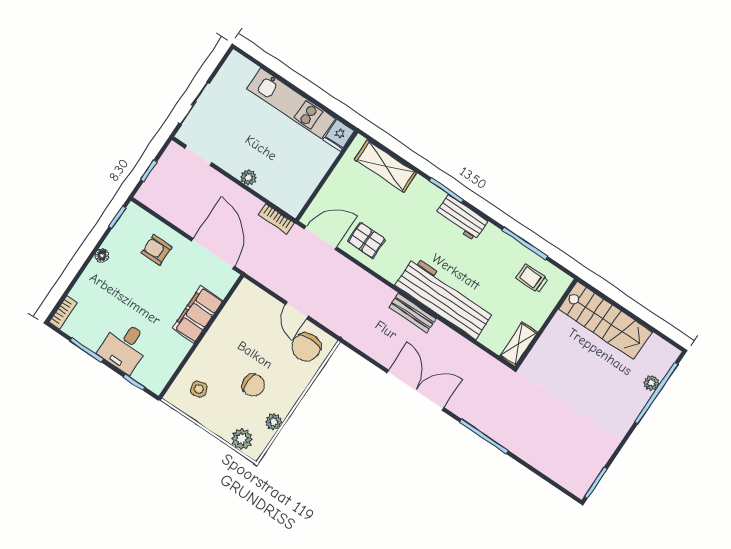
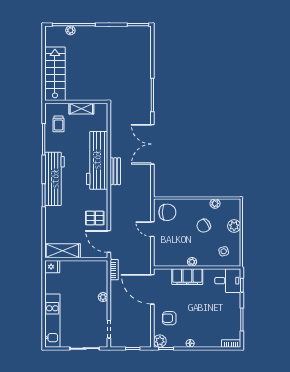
kitchen unit: (291, 103) -> (52, 321), moved
shelving: (386, 166) -> (62, 251), moved, turned 90
plant: (134, 215) -> (160, 341), added
workbench: (461, 218) -> (55, 179), width x1.88, depth x1.32
pallet: (367, 240) -> (95, 218), turned 90
armchair: (157, 250) -> (169, 318), turned 90
door: (213, 254) -> (152, 289), hinge flipped
door: (297, 310) -> (152, 229), swing flipped
plant: (214, 335) -> (192, 262), added
shelving: (519, 344) -> (81, 109), moved
desk: (125, 347) -> (228, 281), moved
chair: (253, 385) -> (204, 226), turned -123
plant: (242, 439) -> (234, 226), moved

